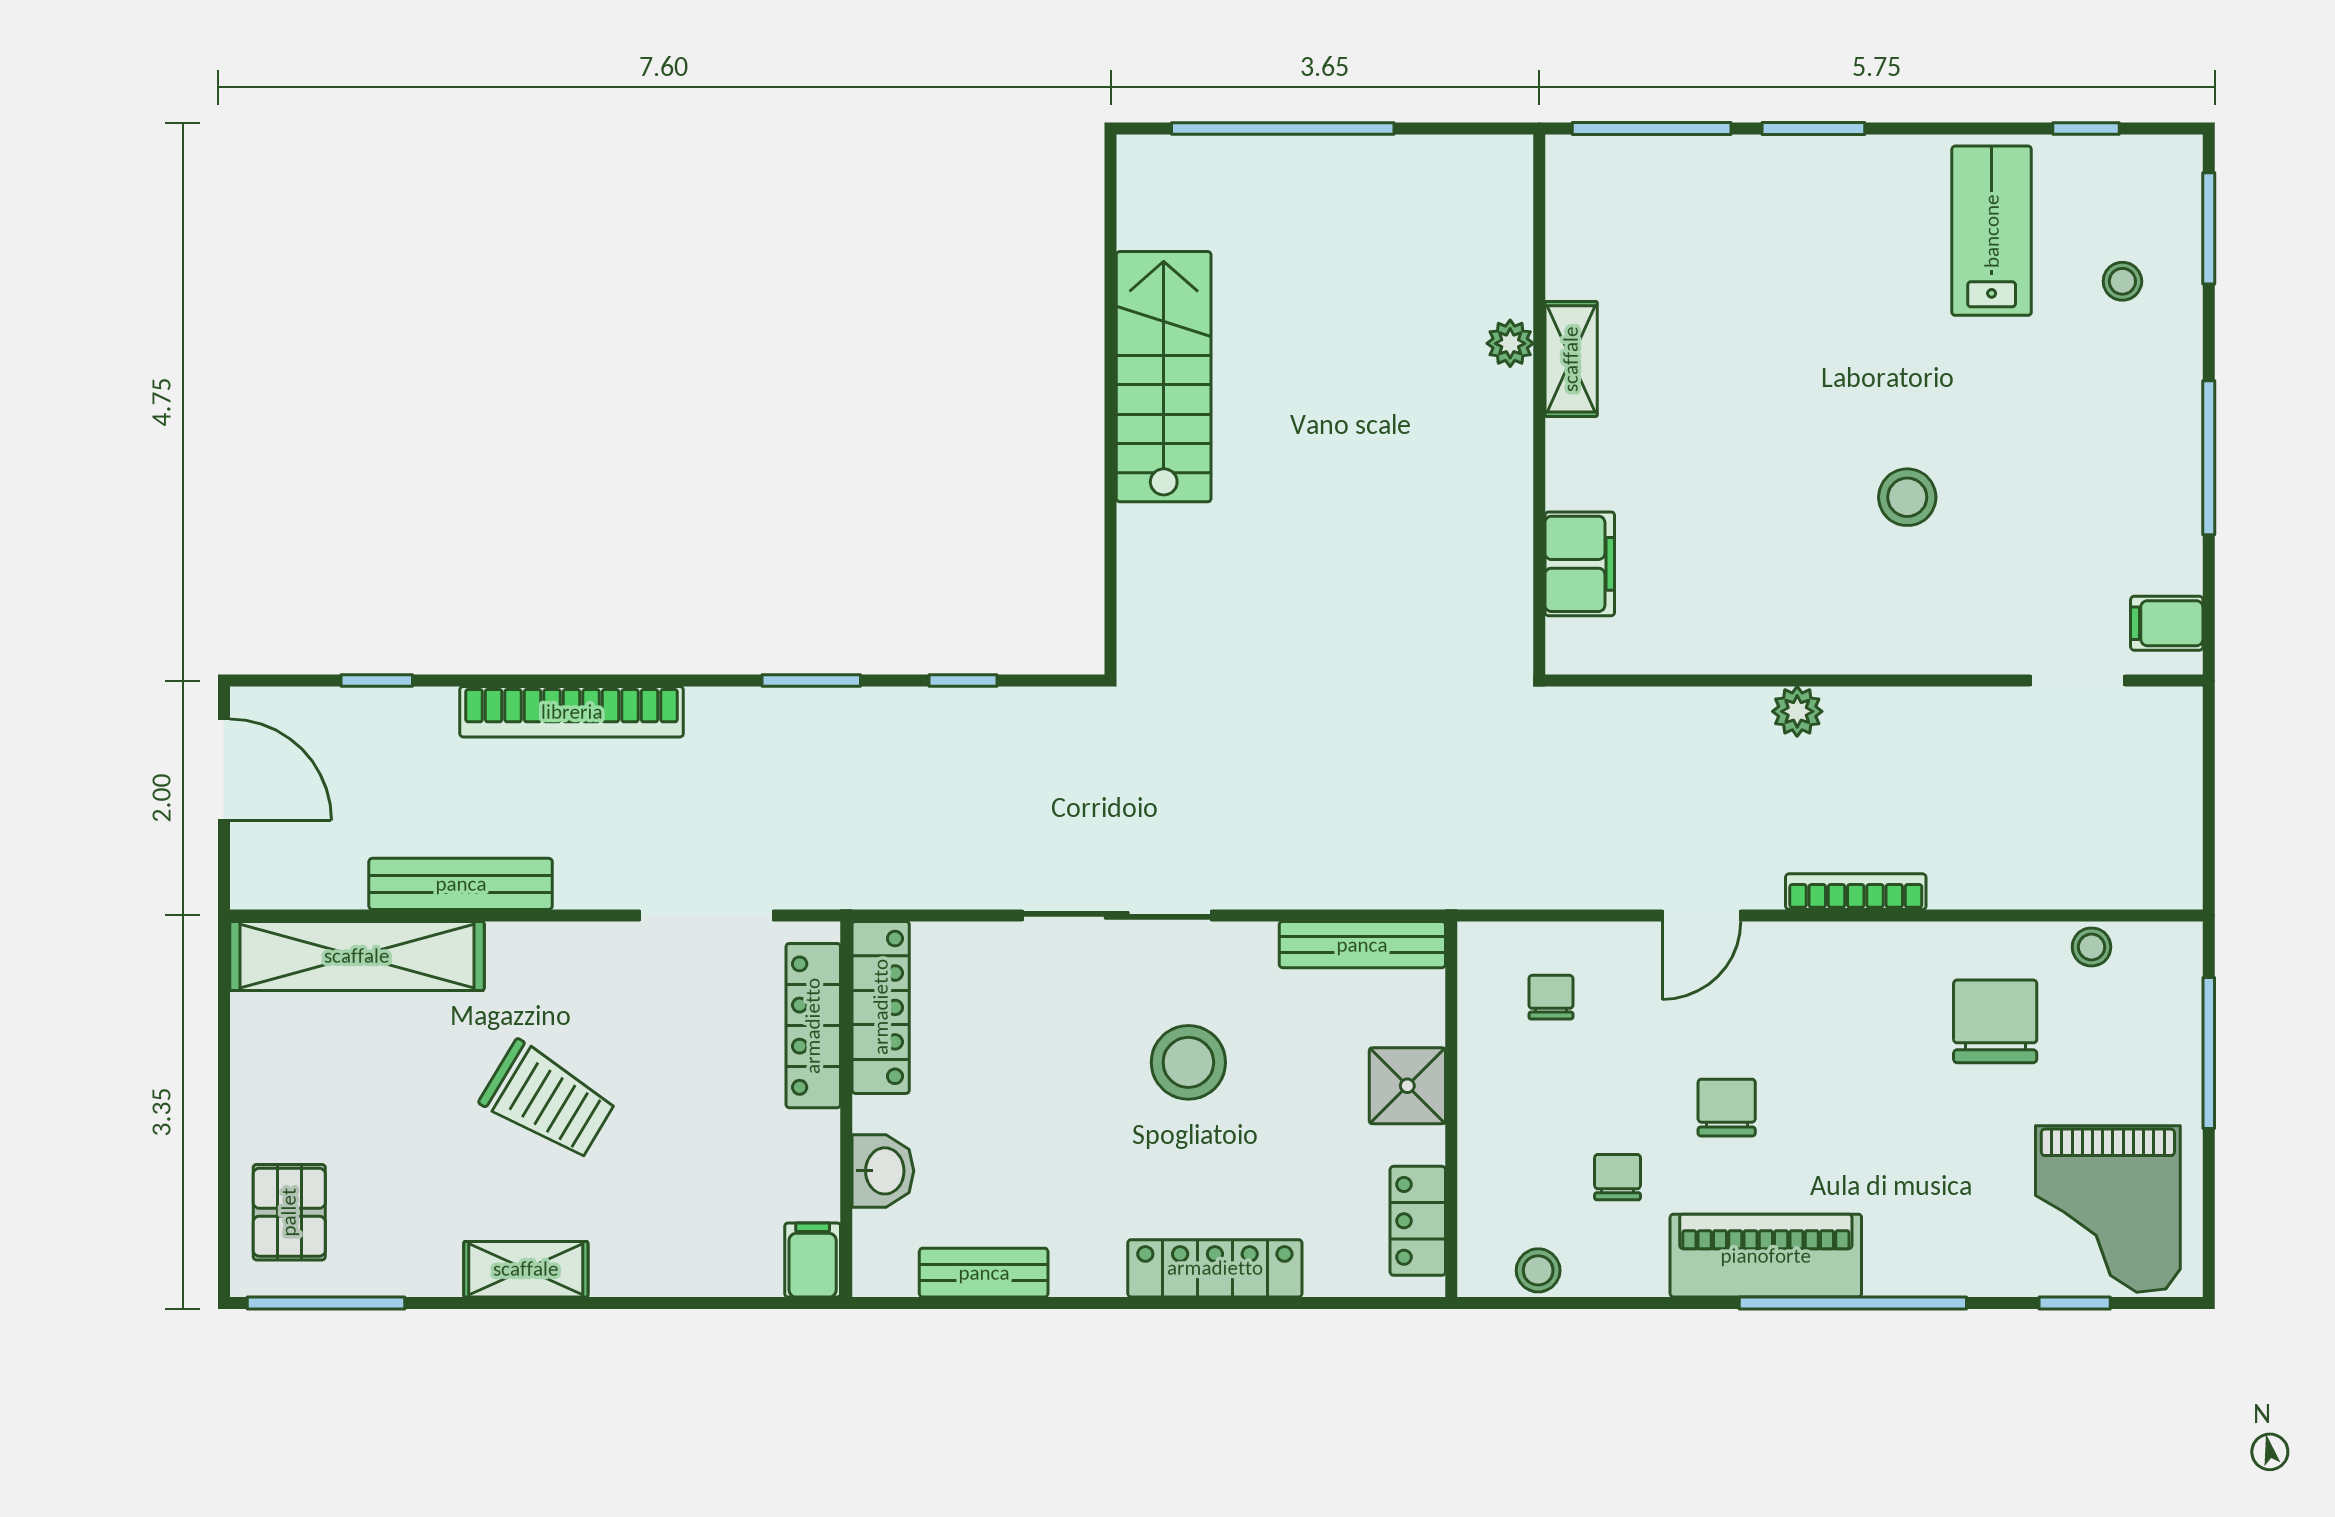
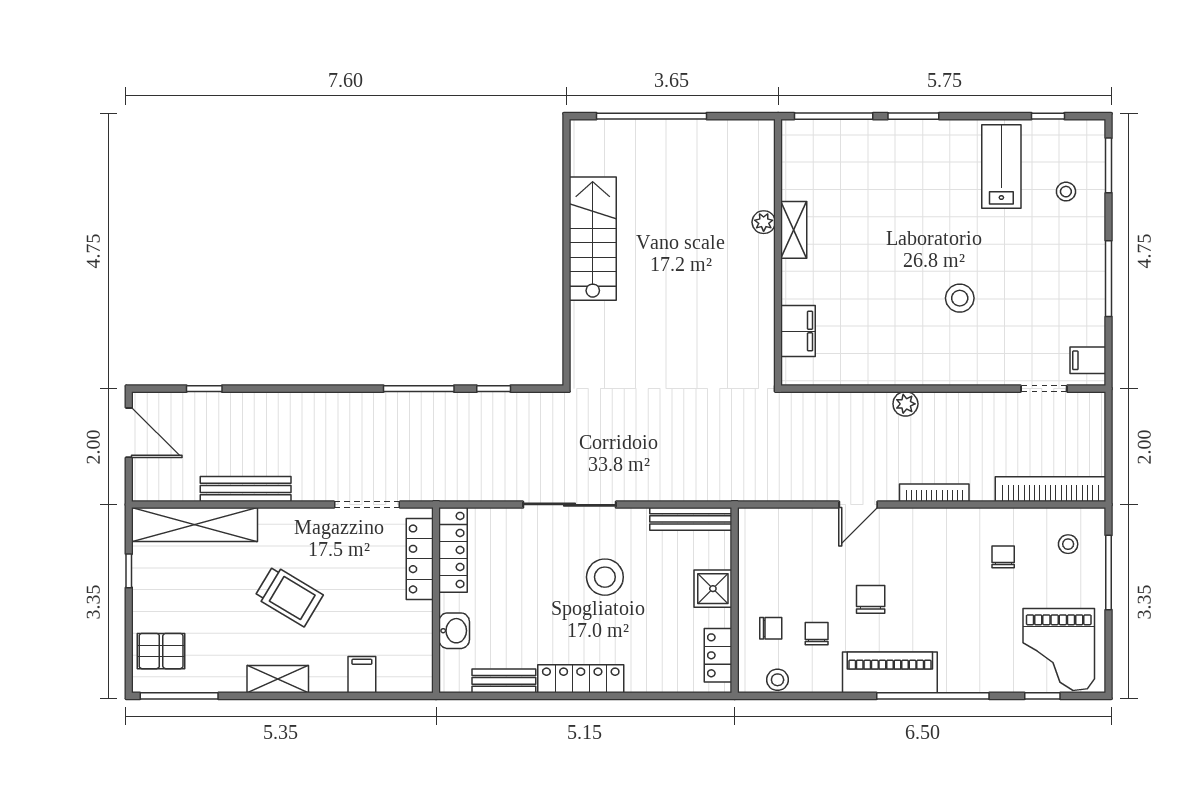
window: (811, 681) -> (419, 389), width x1.44
bookcase: (572, 712) -> (1051, 489), moved, turned 180
stool: (2091, 947) -> (1068, 544), moved
chair: (1551, 997) -> (771, 628), moved, turned 90
chair: (1995, 1021) -> (1003, 557), width x0.54, depth x0.54
window: (224, 1050) -> (129, 571), added
pallet: (289, 1212) -> (161, 651), turned 90
filing cabinet: (813, 1260) -> (362, 675), moved
locker: (1215, 1268) -> (581, 679), moved

